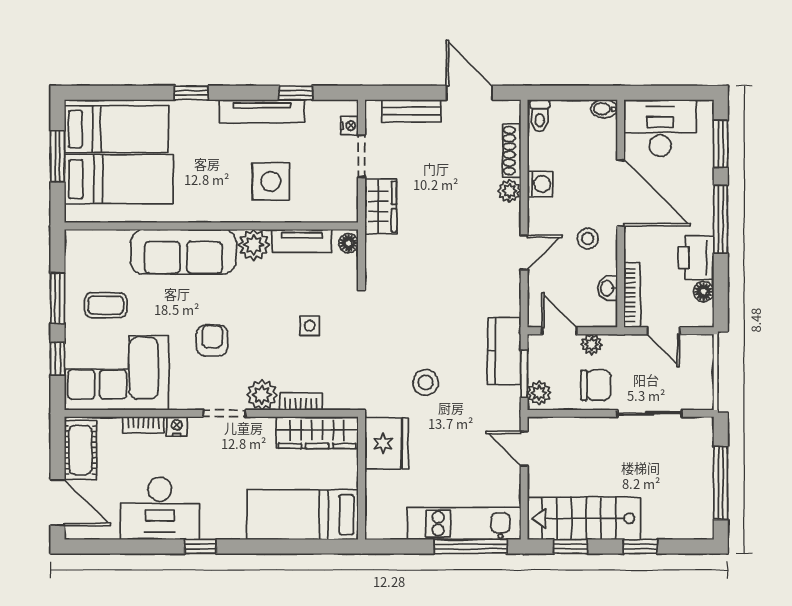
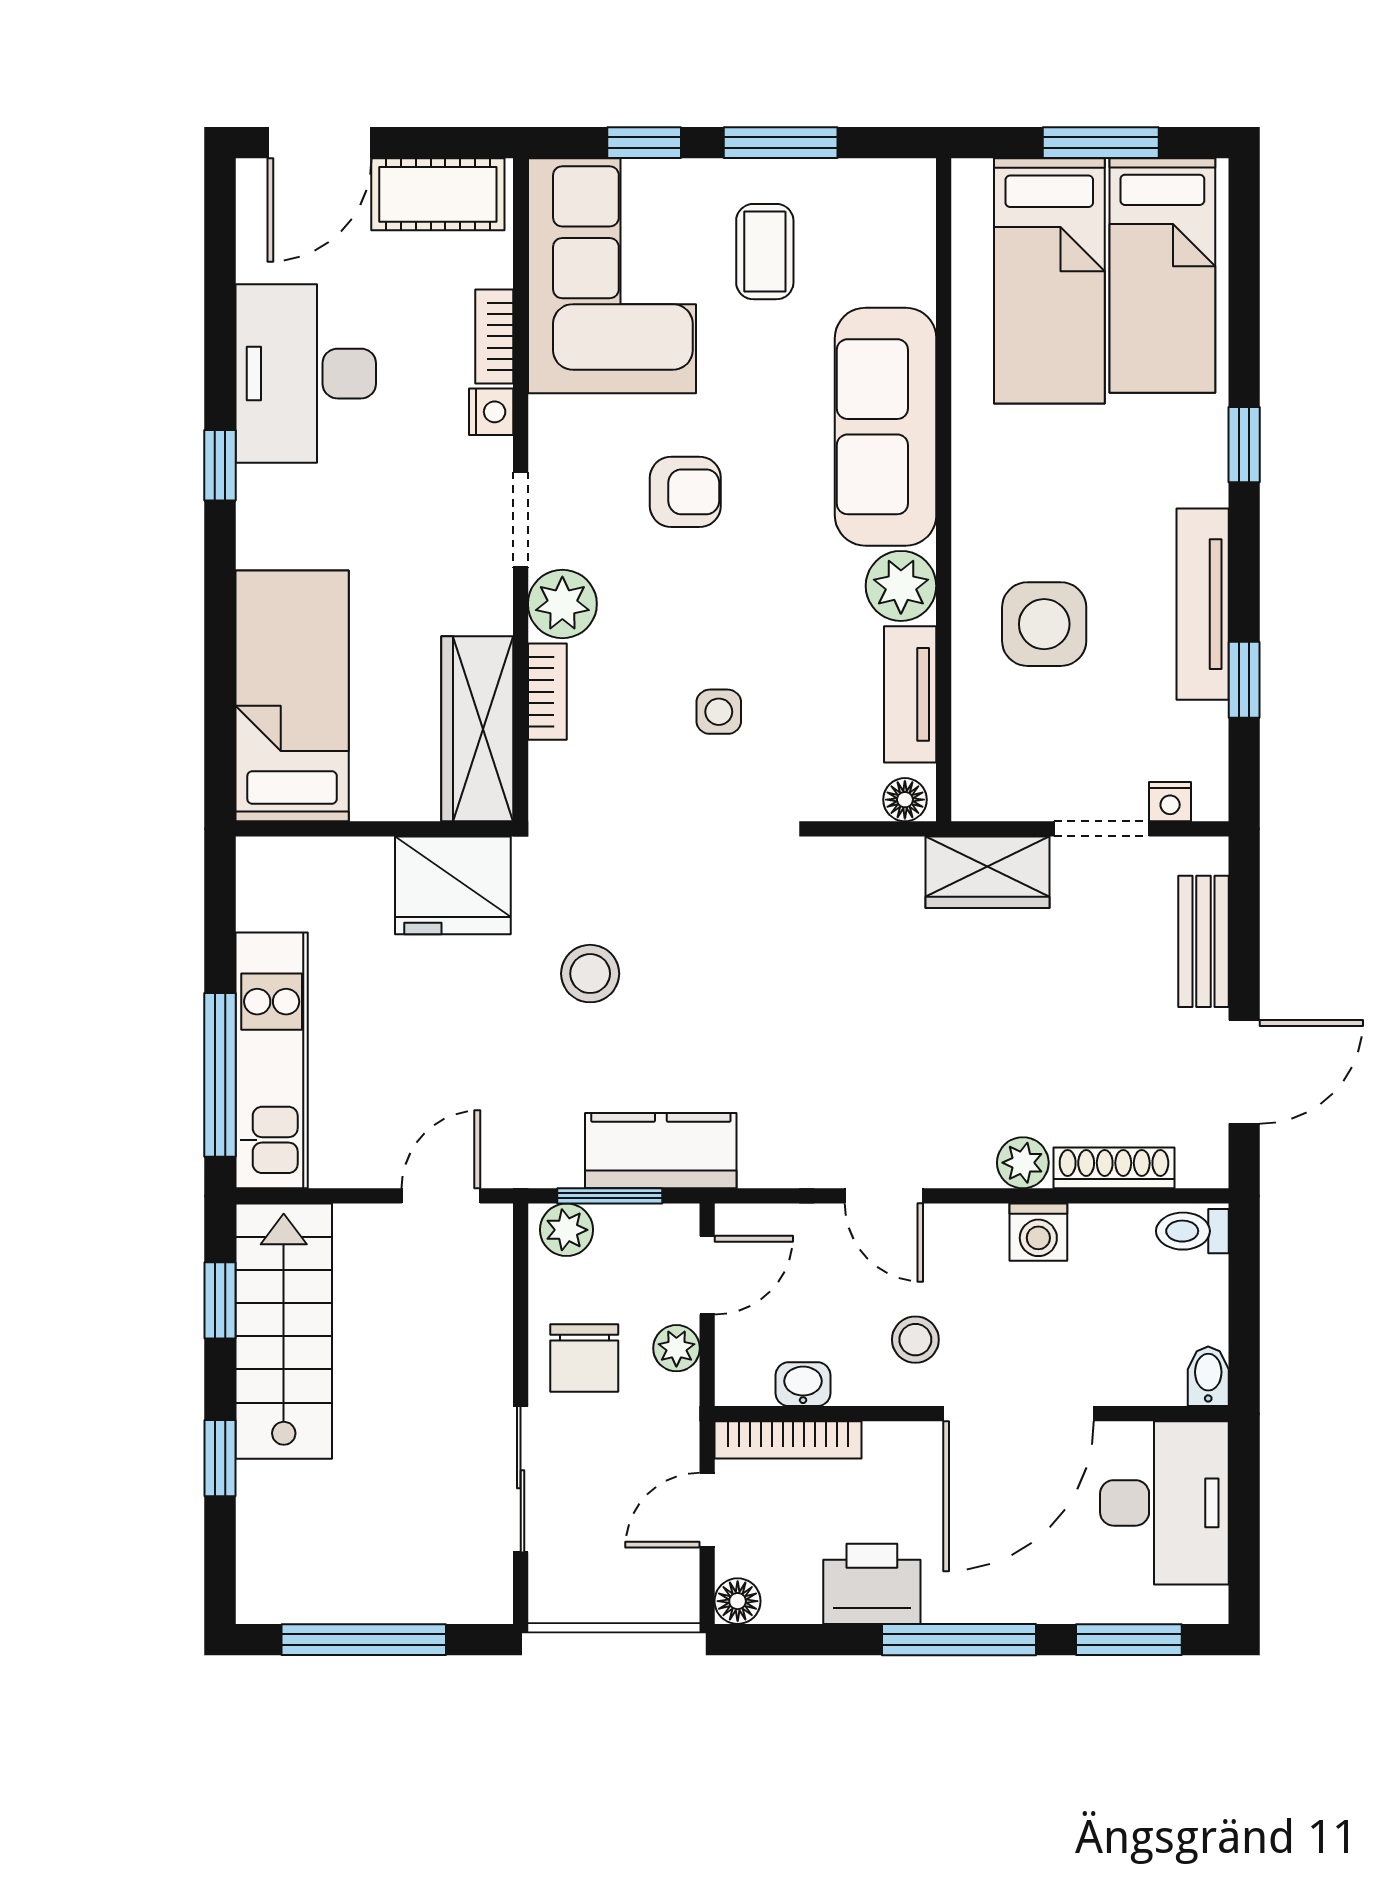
floor lamp: (704, 292) -> (738, 1601), moved

